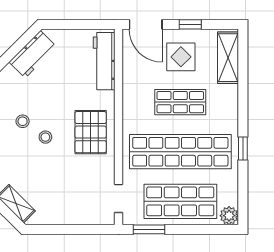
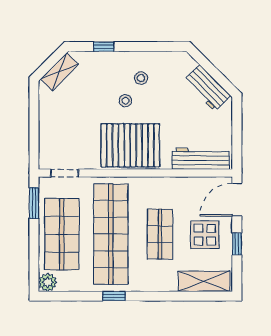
pallet: (91, 132) -> (130, 145), width x1.37, depth x1.41

